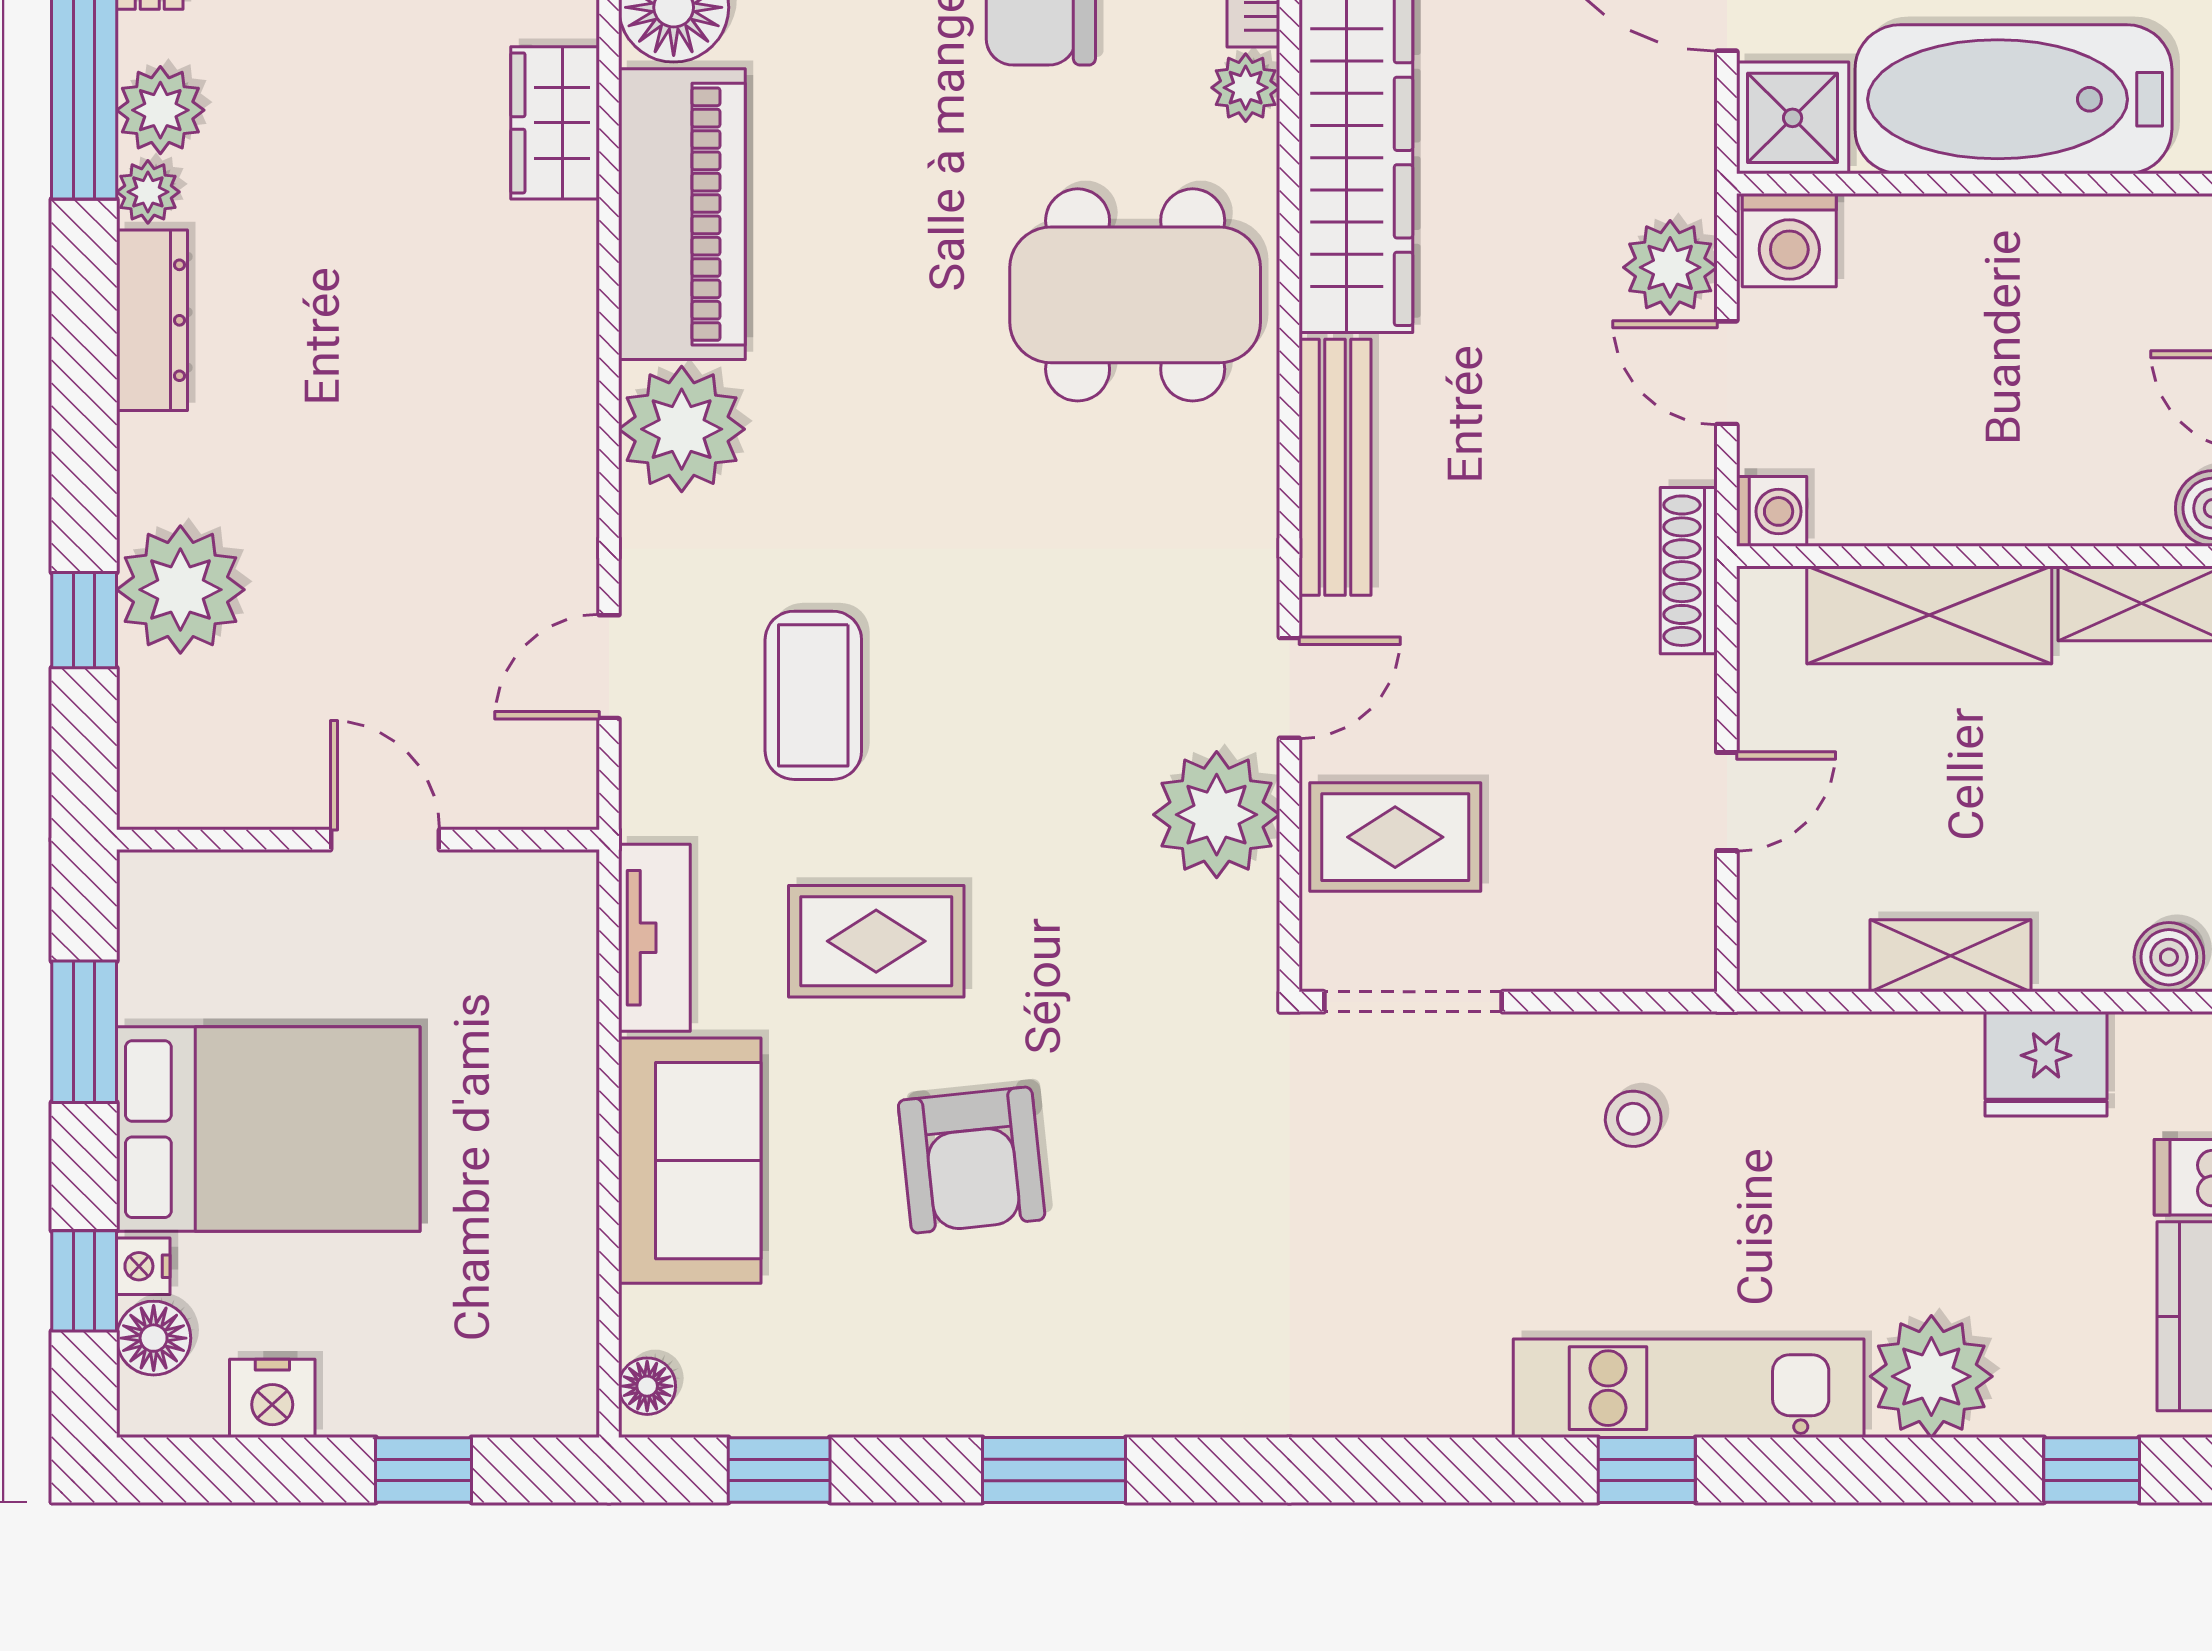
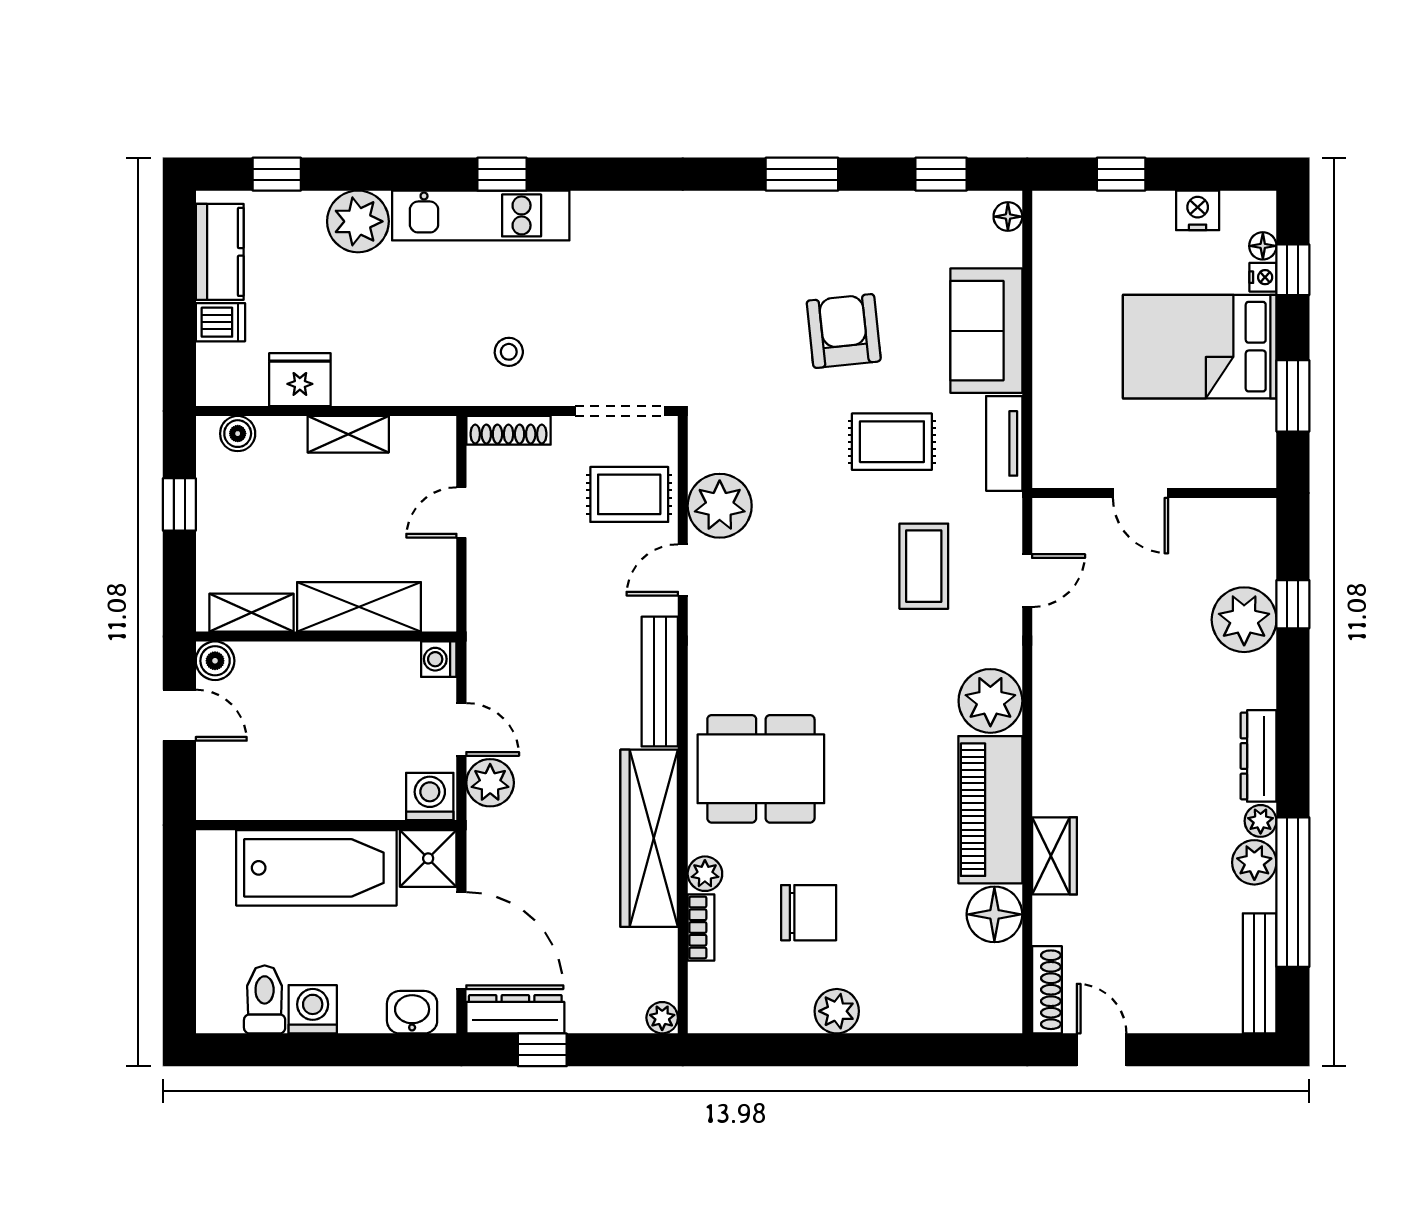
shoe rack: (1689, 571) -> (508, 430), moved, turned 90
floor lamp: (154, 1338) -> (1263, 246), width x0.73, depth x0.73

